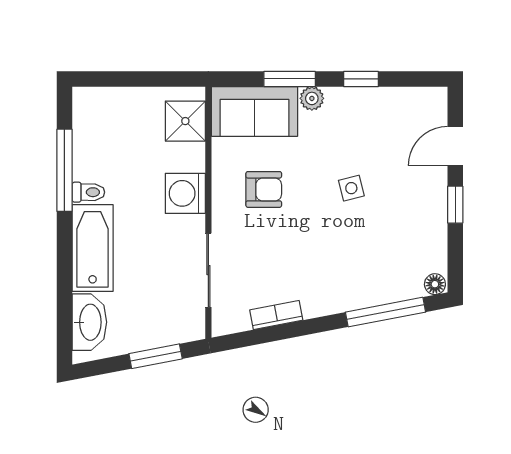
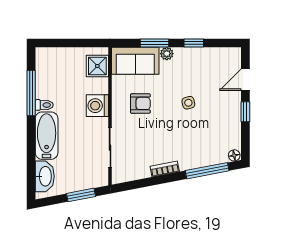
bookcase: (276, 315) -> (165, 169), moved

